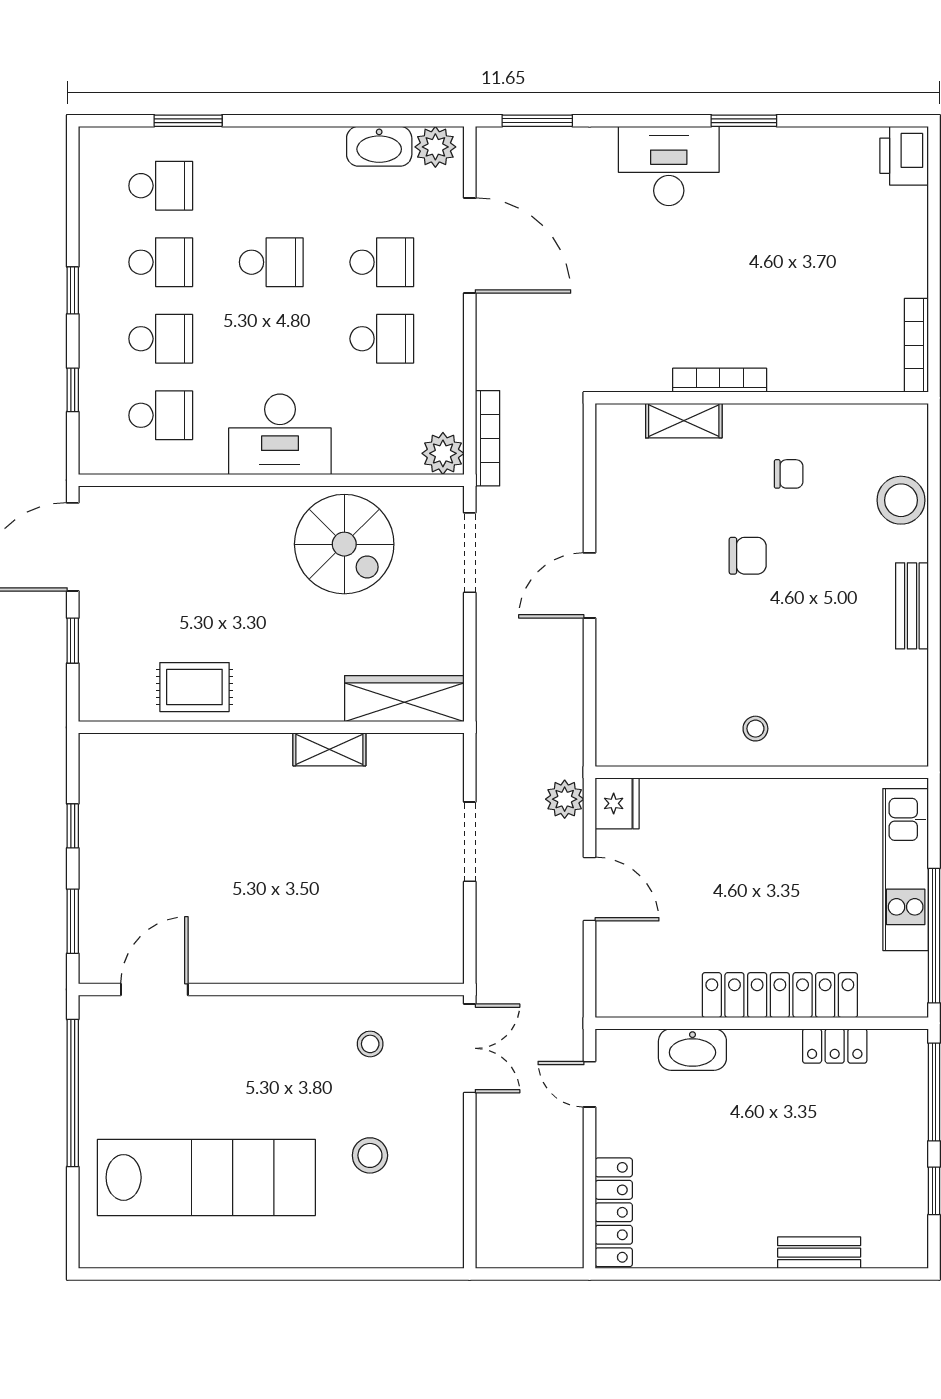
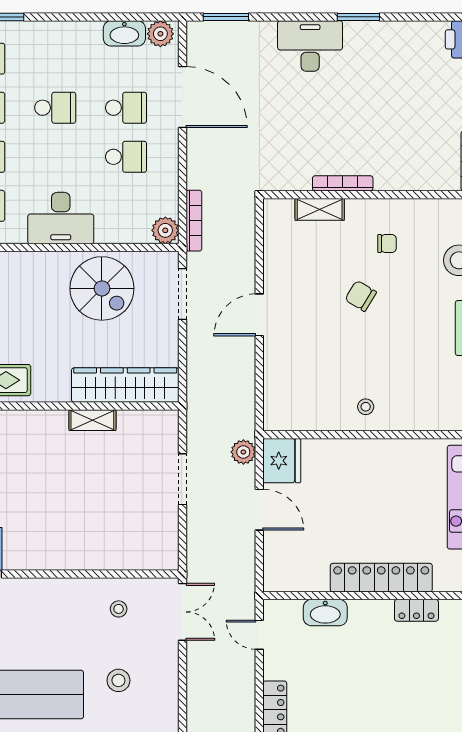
chair: (748, 556) -> (361, 296), turned -149
wardrobe: (404, 699) -> (125, 385), width x1.40, depth x1.17
fridge: (617, 803) -> (282, 461), width x1.36, depth x1.34

